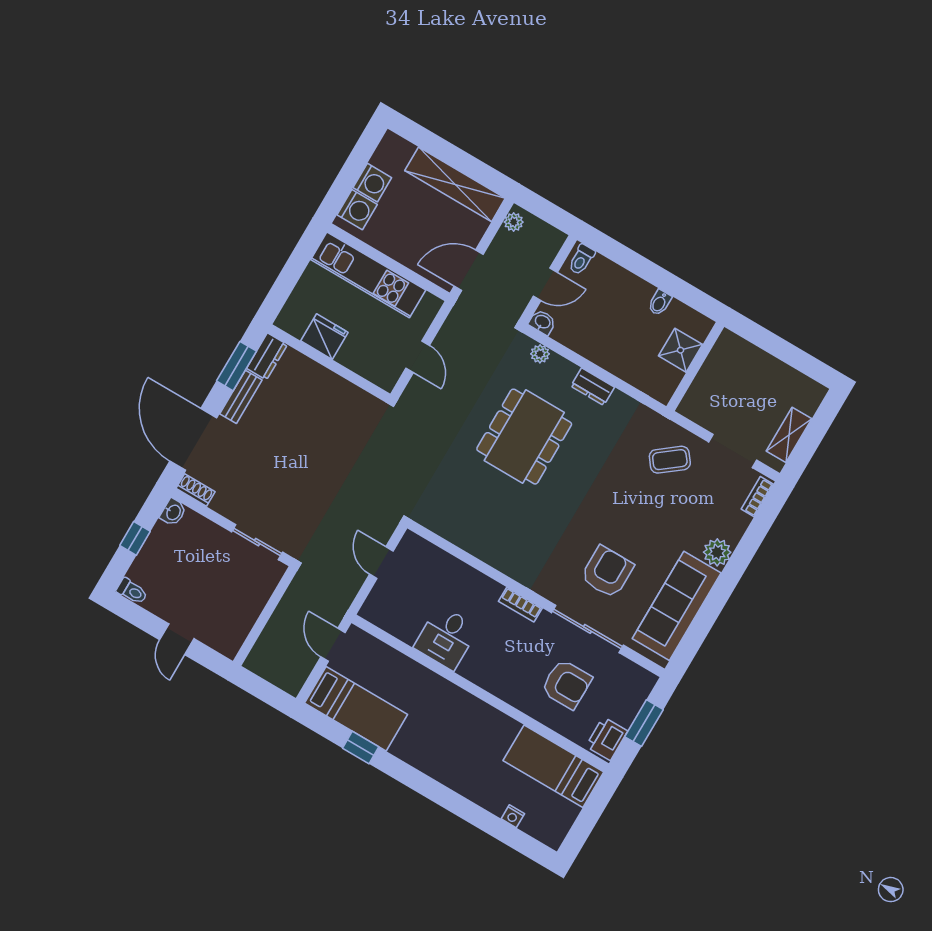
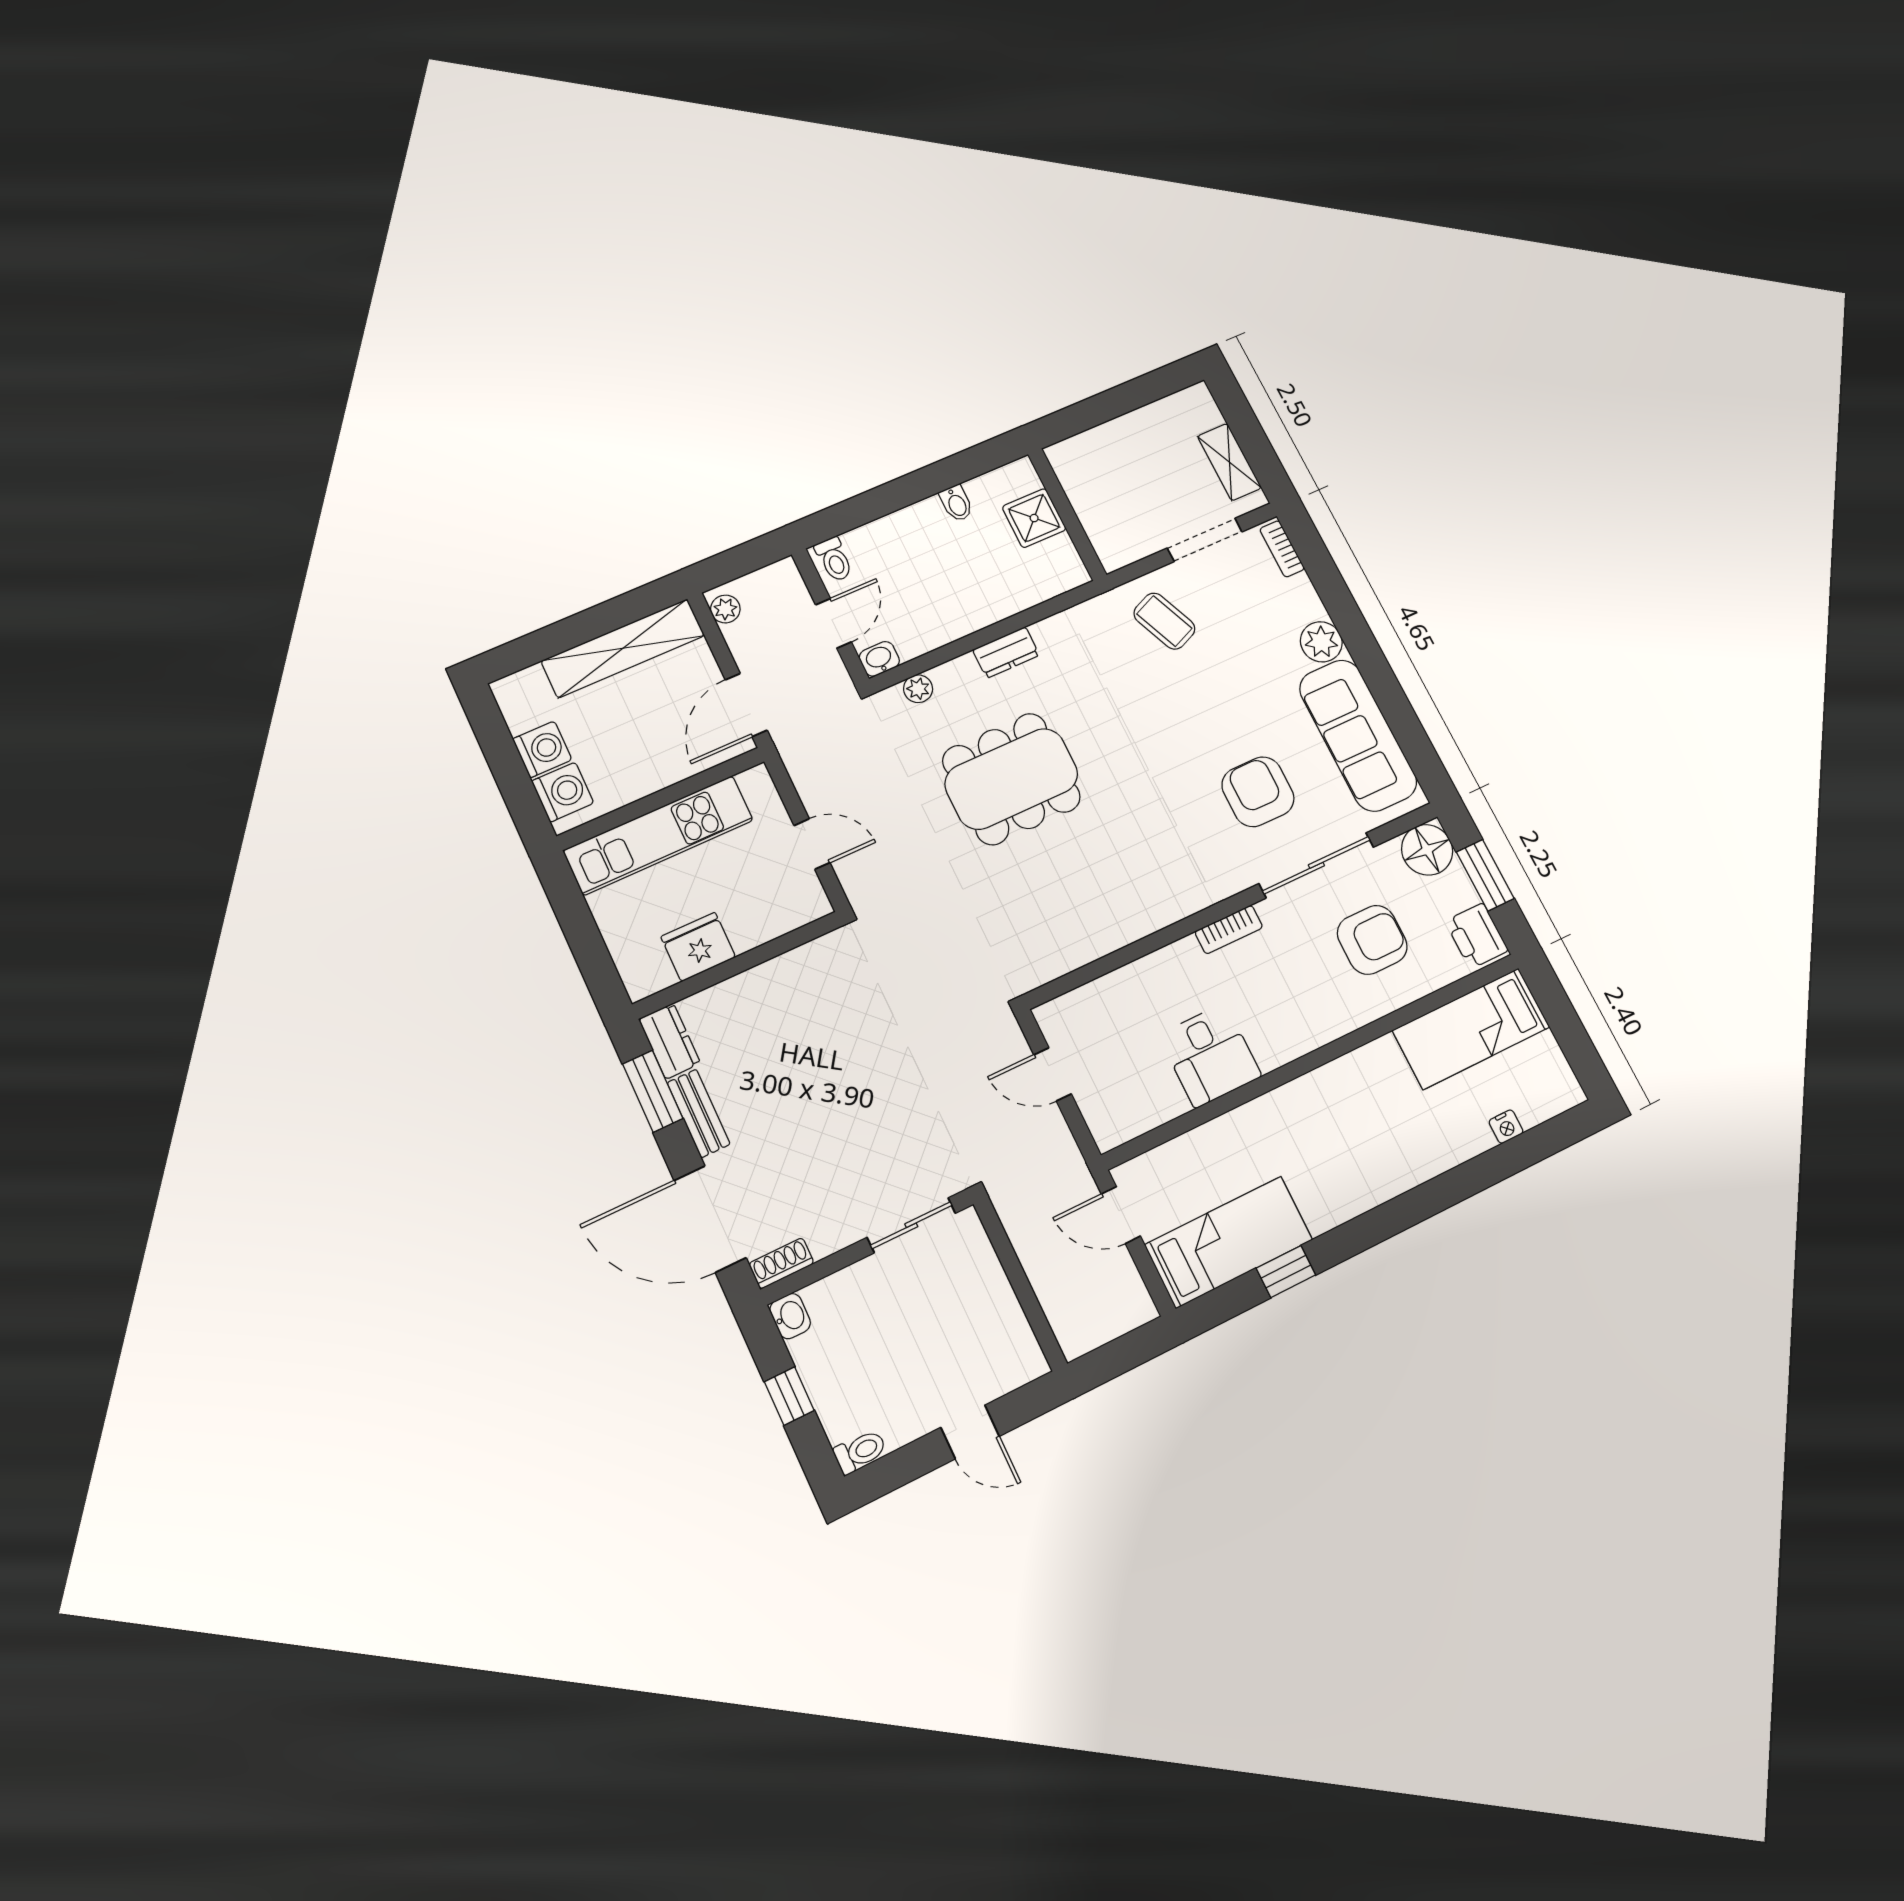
dining table: (524, 437) -> (1011, 779), turned 90
coffee table: (670, 460) -> (1164, 621), turned -75
floor lamp: (637, 683) -> (1427, 850), added

